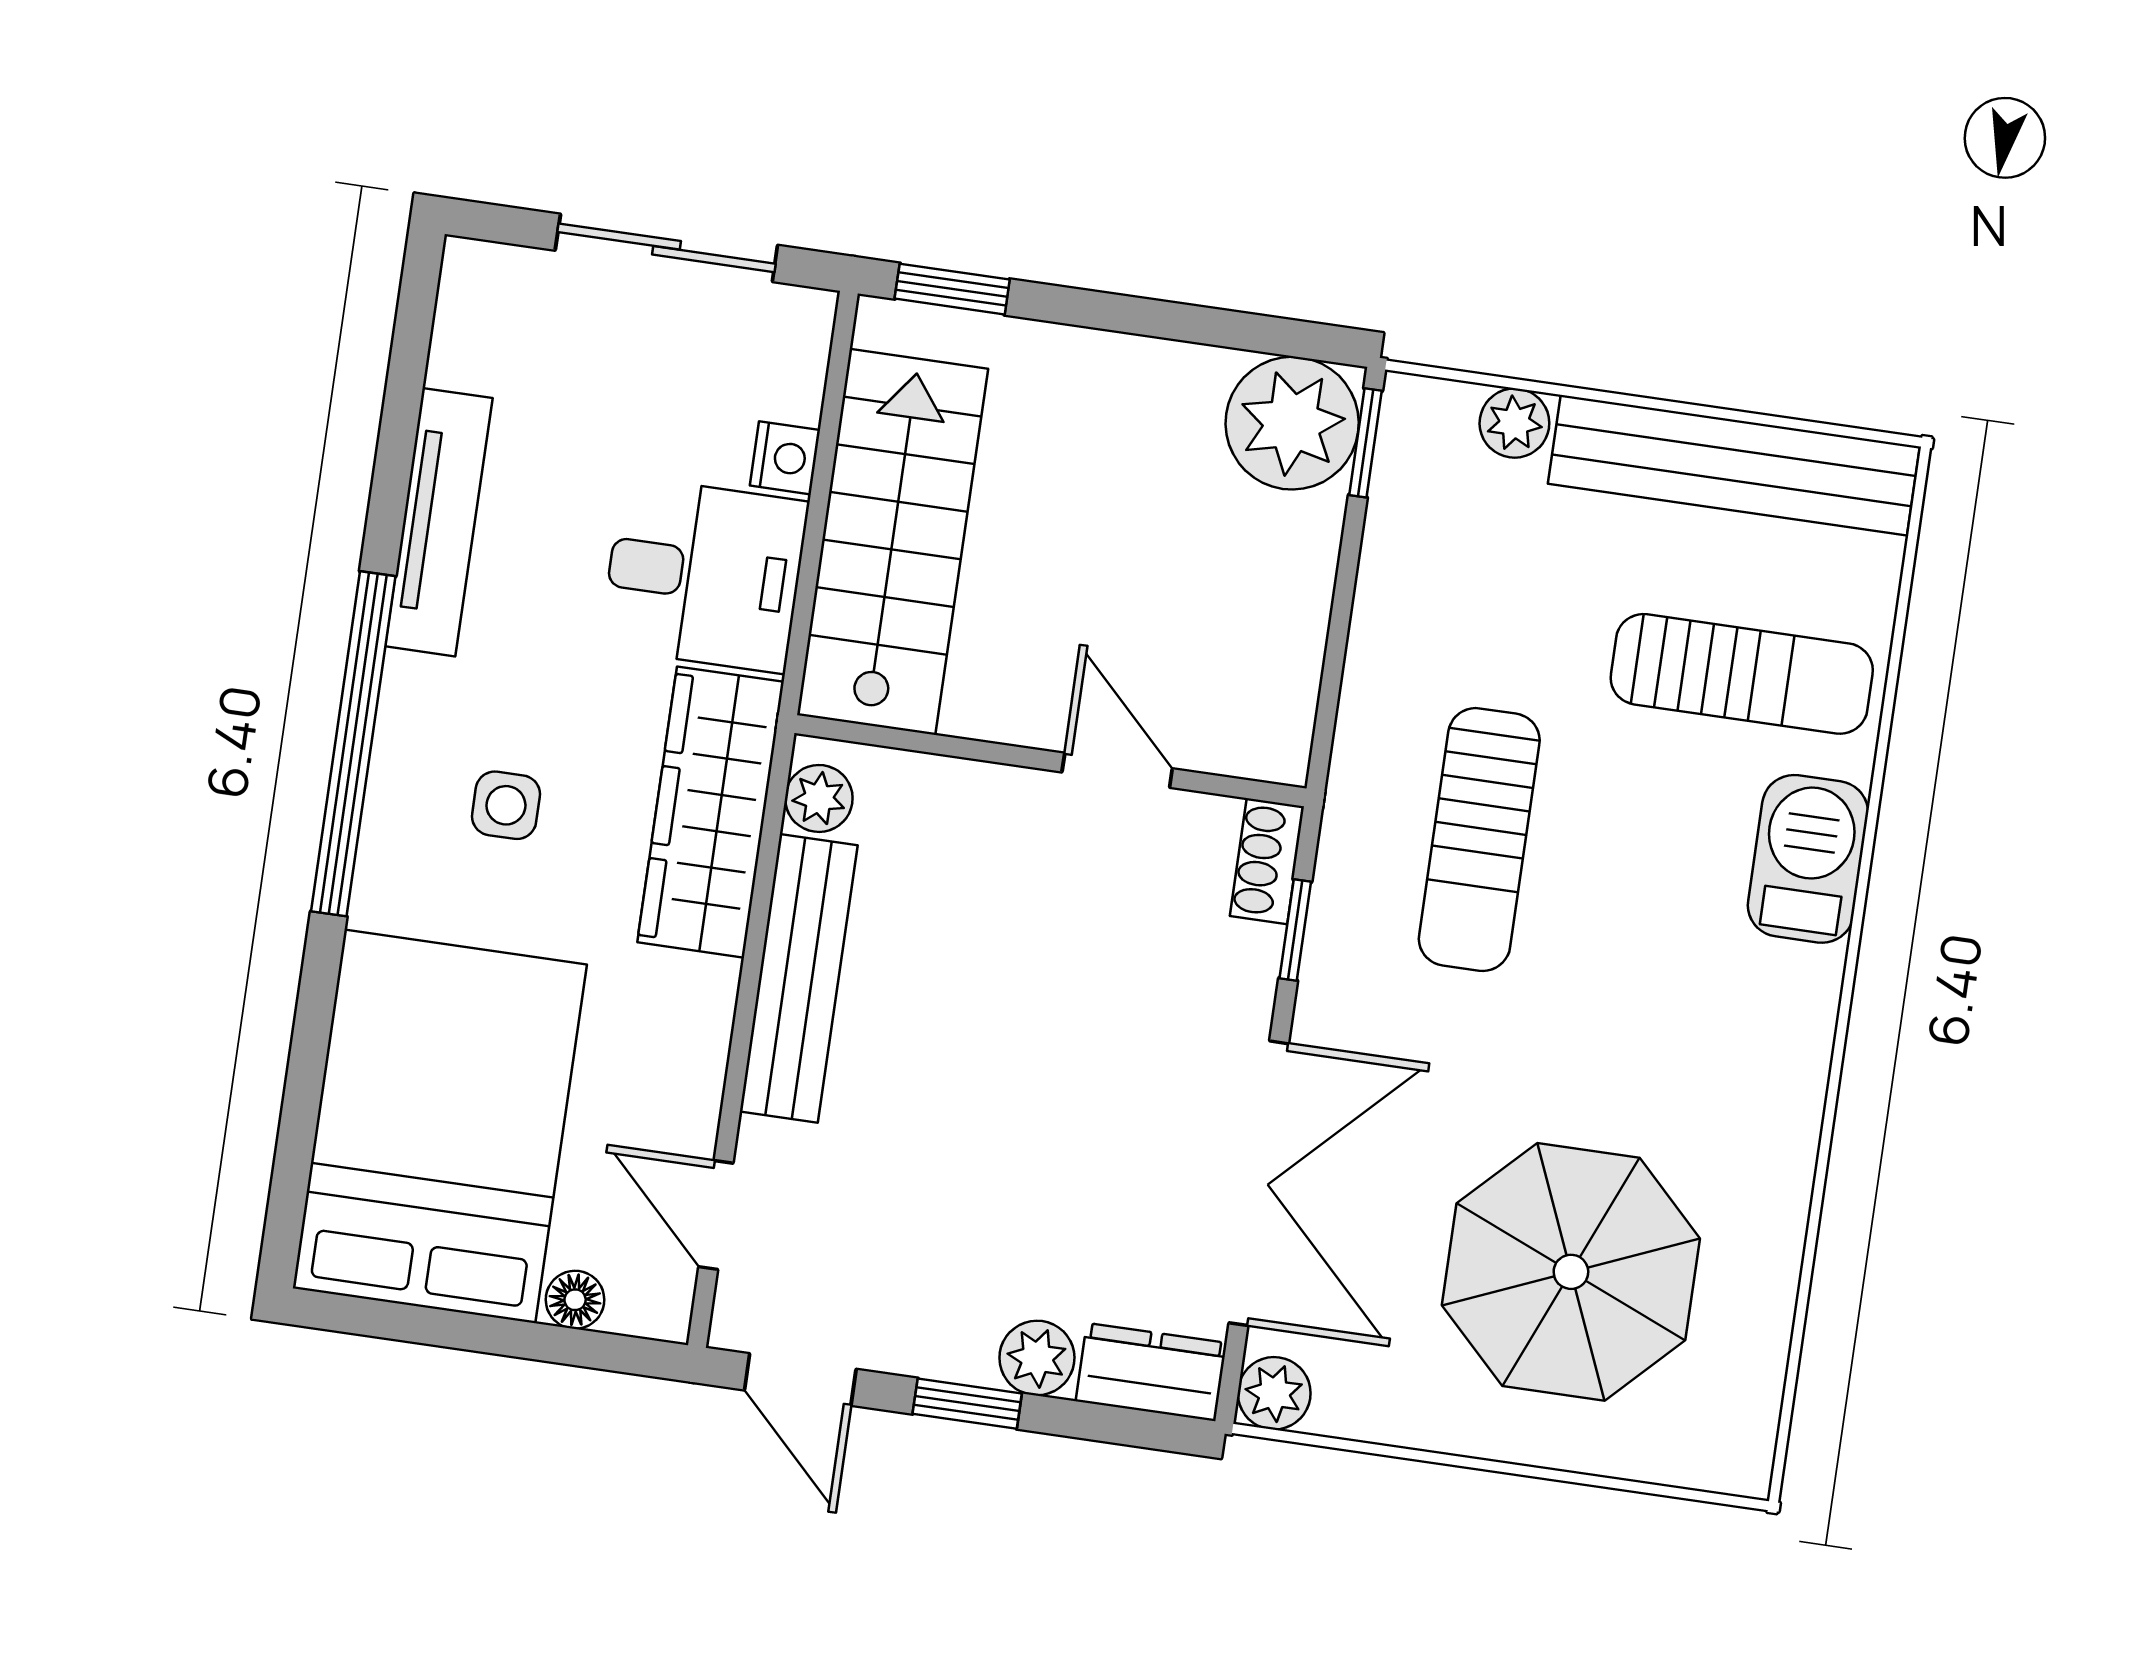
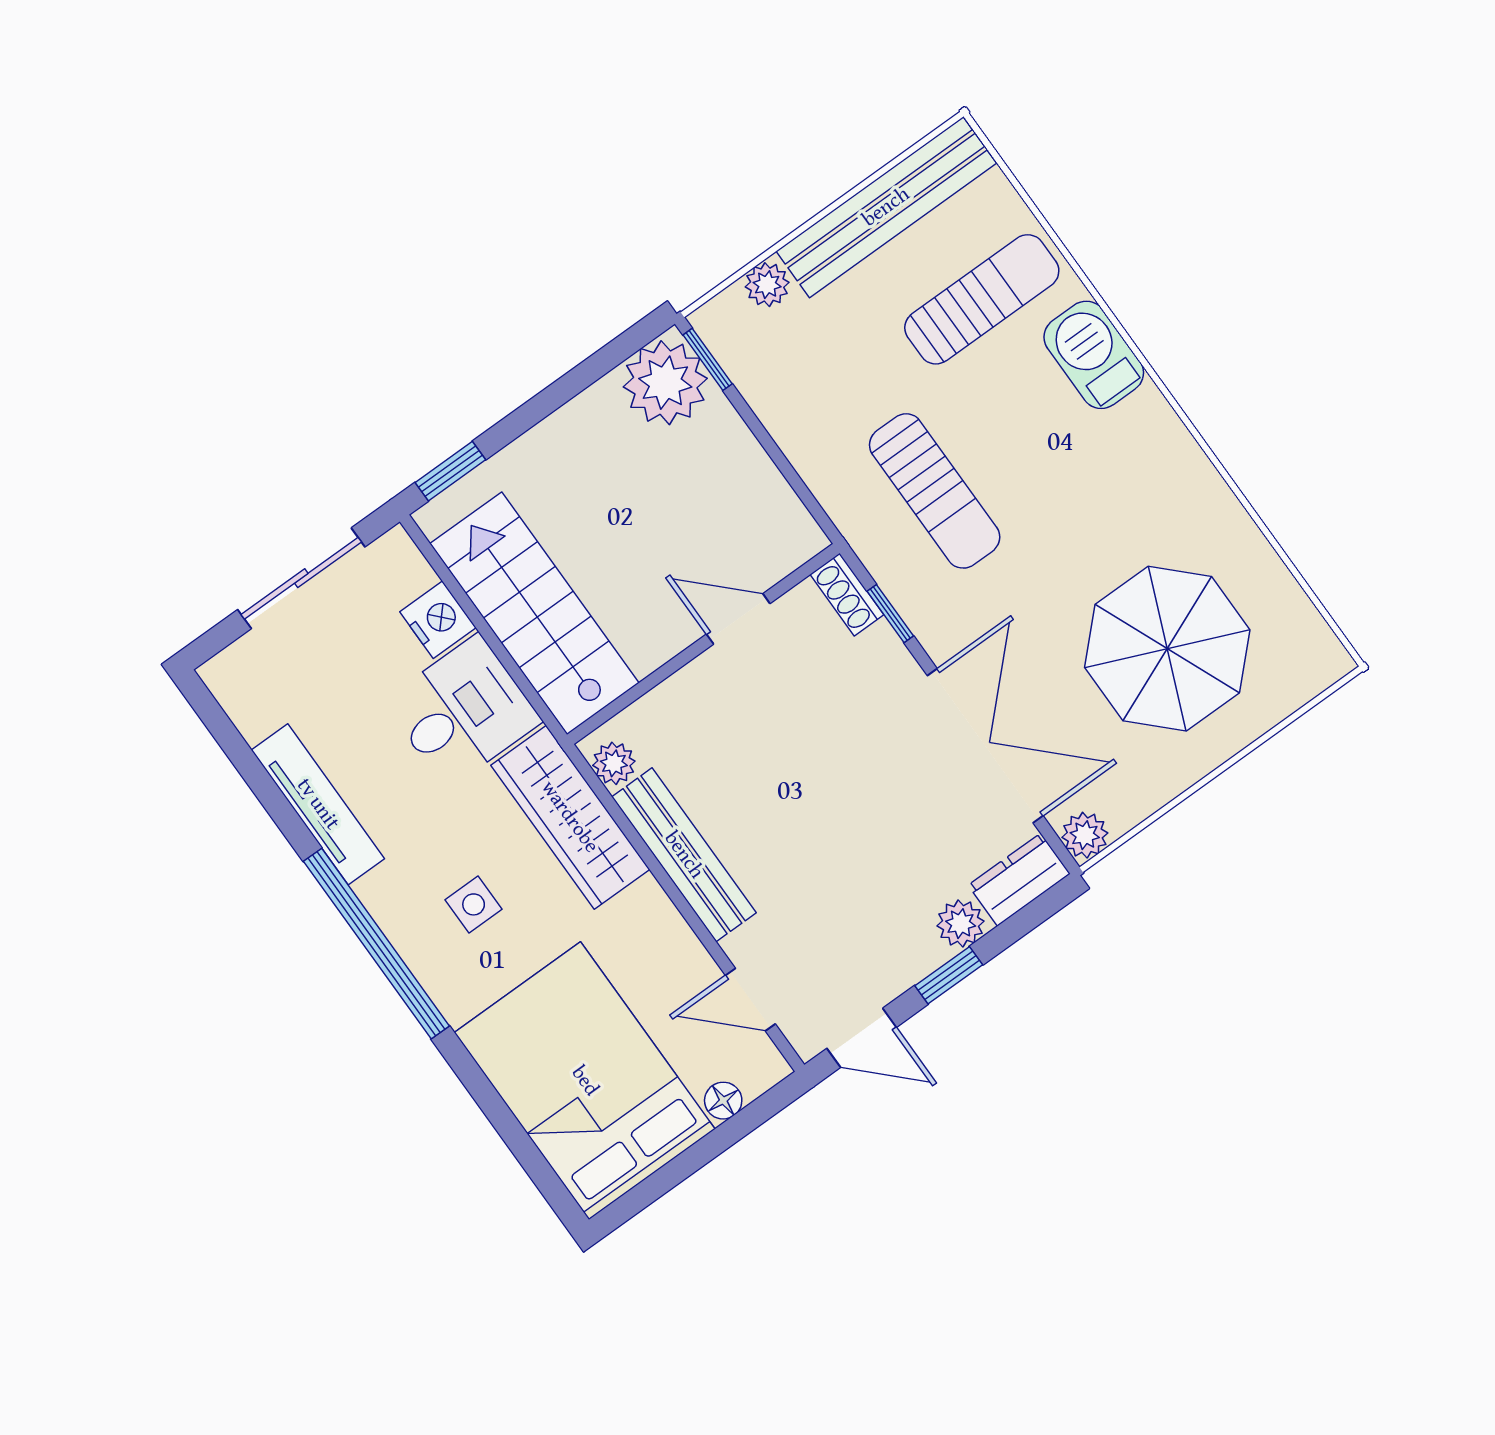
nightstand: (785, 458) -> (438, 620), width x1.39, depth x1.35

